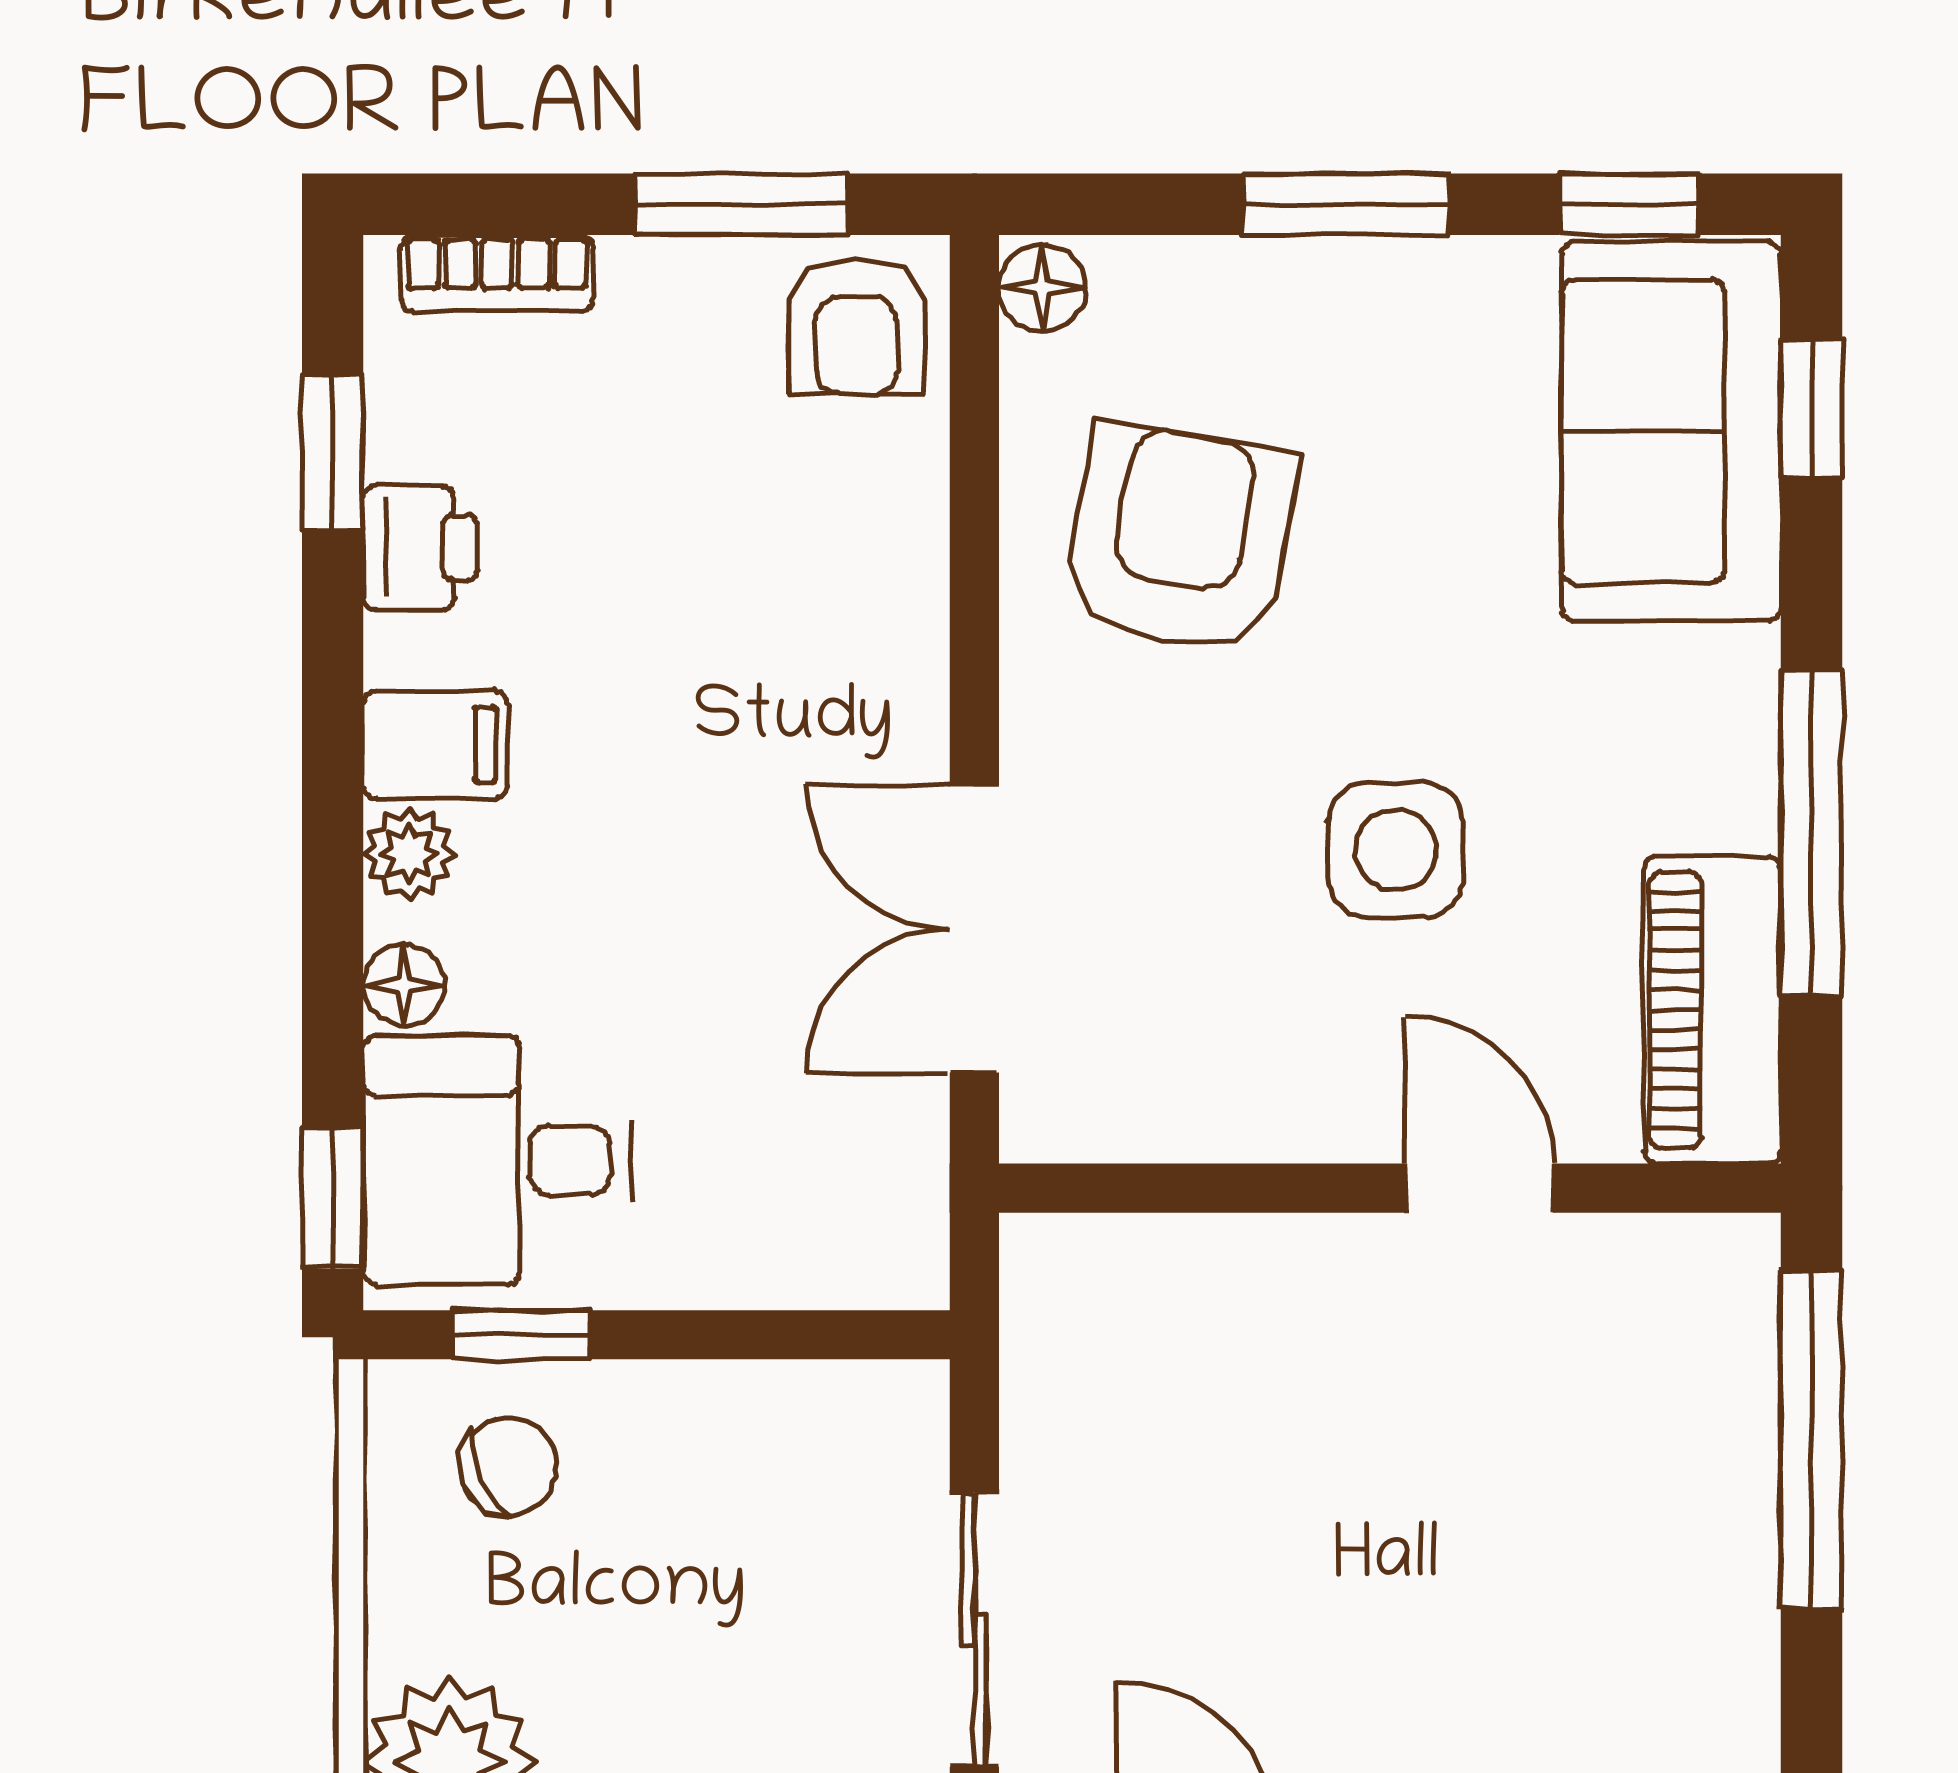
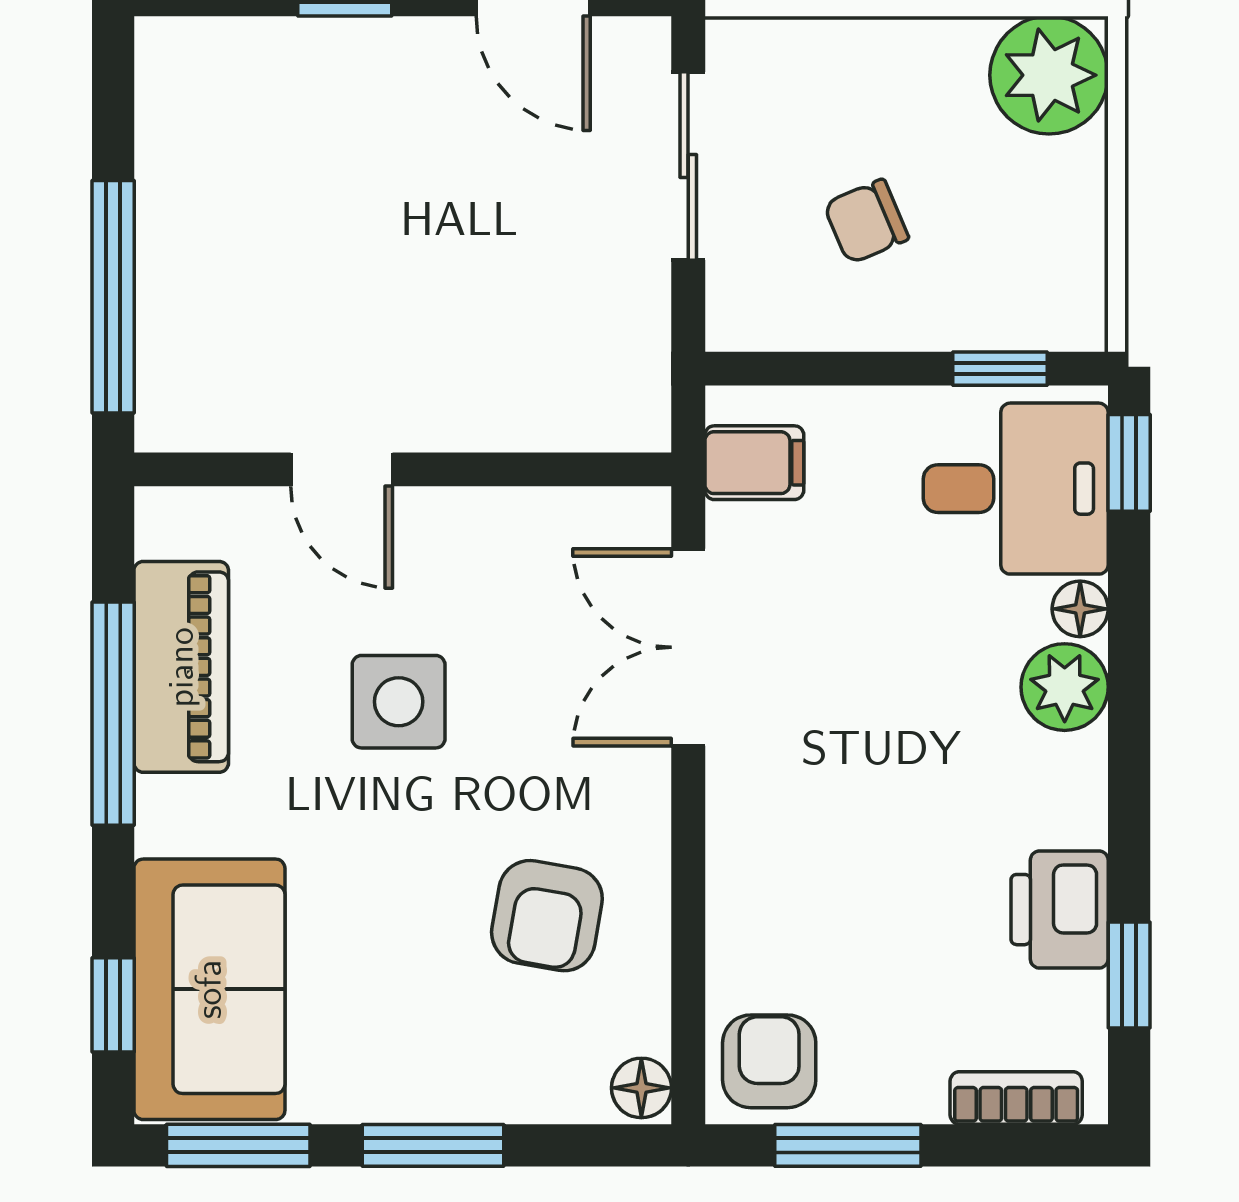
window: (1629, 204) -> (238, 1145), width x1.50
armchair: (1180, 539) -> (547, 916), width x0.72, depth x0.72
printer: (420, 547) -> (1060, 910), width x1.36, depth x1.24
filing cabinet: (435, 744) -> (754, 463), moved, turned 180
plant: (409, 854) -> (1065, 687), width x1.38, depth x1.38
double door: (974, 929) -> (688, 647), swing flipped
piano: (1712, 1010) -> (181, 667), moved
chair: (509, 1466) -> (866, 221), moved

